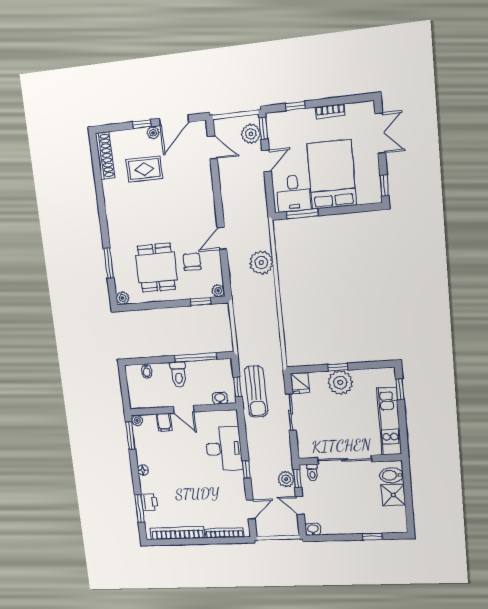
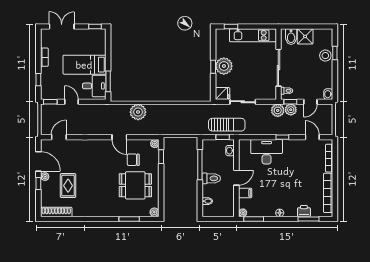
plant: (251, 134) -> (278, 110), moved
bed: (332, 174) -> (84, 65), width x0.67
stool: (368, 524) -> (325, 56), added

